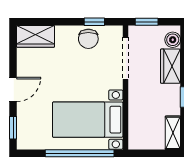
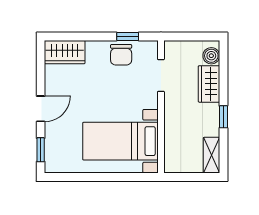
window: (147, 22) -> (183, 37), removed
doorway: (126, 58) -> (161, 75), width x0.73
window: (80, 153) -> (112, 177), removed

